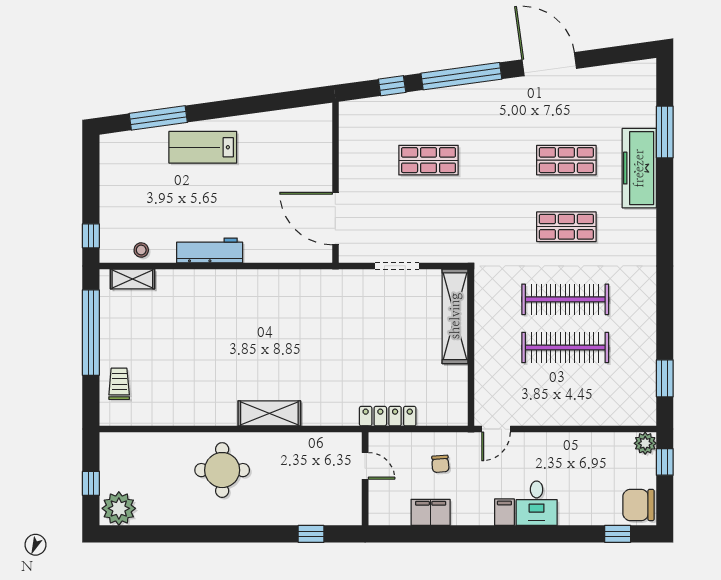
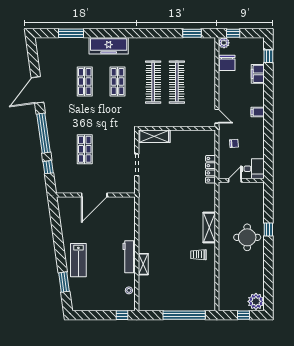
window: (158, 118) -> (64, 282), width x0.69
freezer: (639, 168) -> (109, 46), moved
door: (335, 219) -> (94, 195), moved
shelving: (132, 279) -> (143, 264), moved
shelving: (455, 316) -> (154, 136), width x0.68
window: (91, 333) -> (184, 315), moved
trolley: (119, 384) -> (198, 255), moved
round table: (222, 470) -> (247, 237), moved
desk: (537, 503) -> (253, 169), moved
chair: (638, 505) -> (227, 63), moved
filing cabinet: (431, 512) -> (258, 74), moved
window: (311, 534) -> (268, 229), moved

